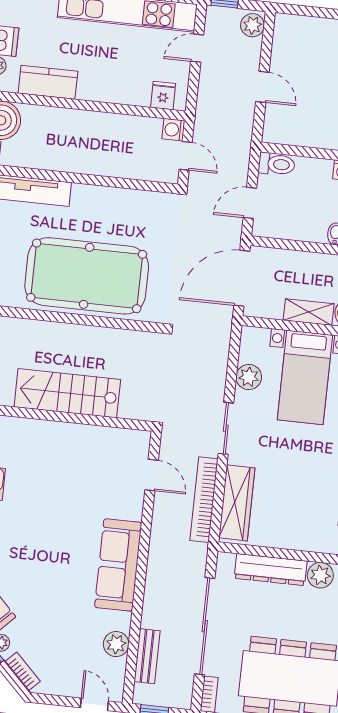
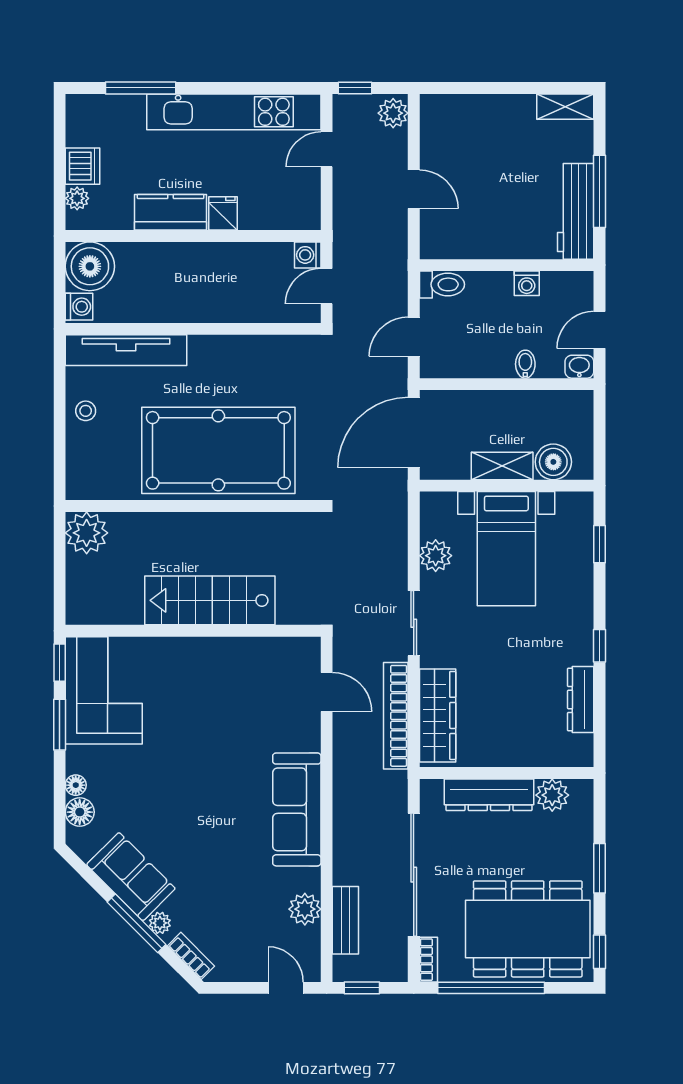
kitchen counter: (48, 82) -> (171, 212), moved
fridge: (163, 95) -> (223, 213), moved
door: (186, 156) -> (327, 286), swing flipped

